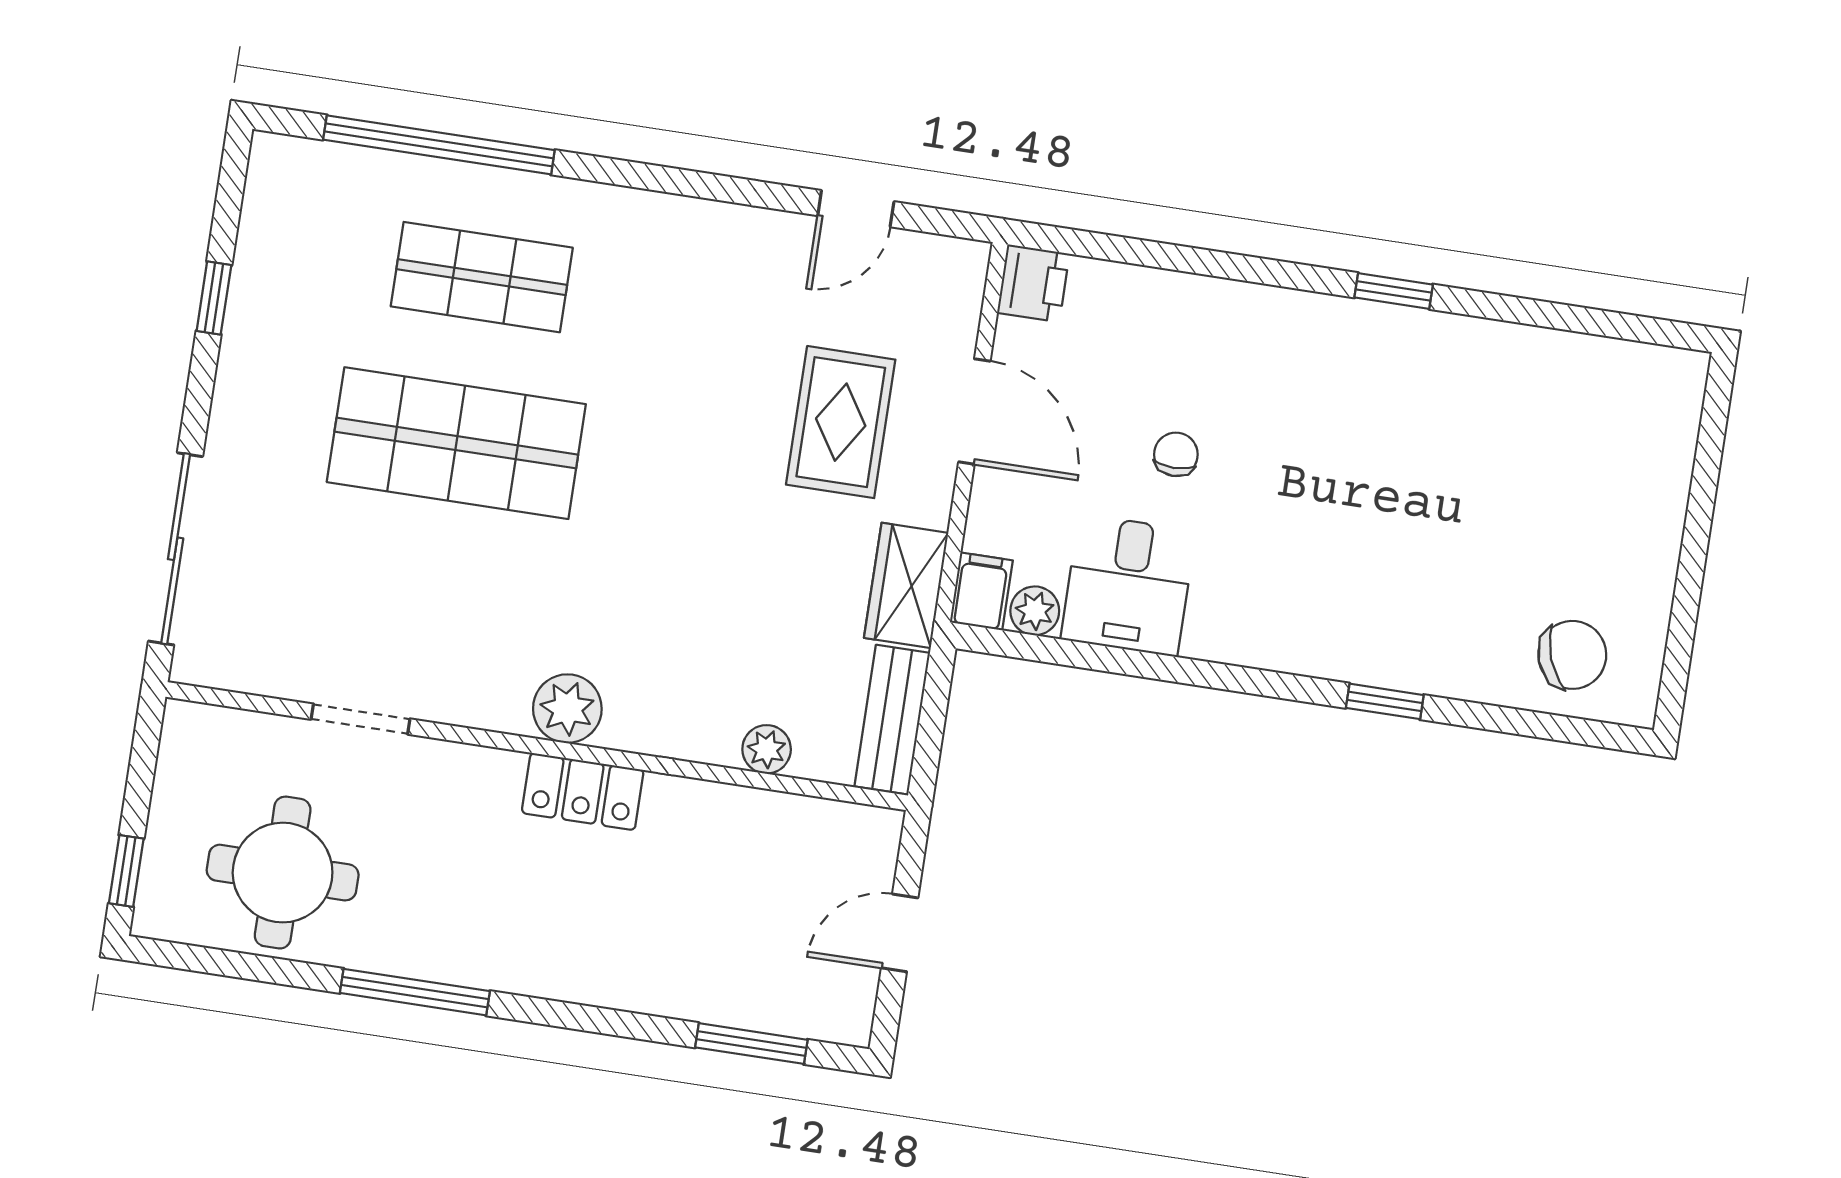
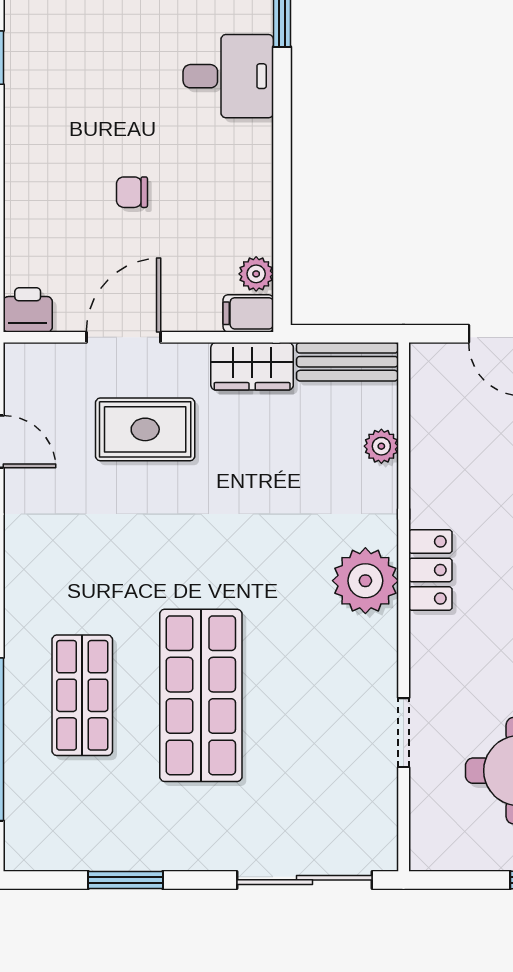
window: (214, 298) -> (125, 880), width x1.50
desk: (1128, 585) -> (228, 76), moved
plant: (567, 709) -> (365, 581), width x1.36, depth x1.36

